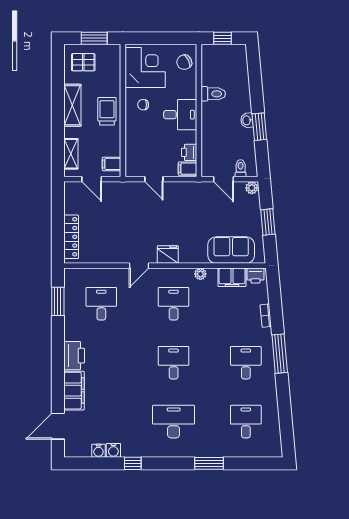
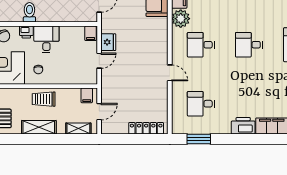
printer: (189, 152) -> (26, 32), moved
fridge: (168, 255) -> (108, 42), moved, turned 180
plant: (200, 274) -> (181, 19), width x1.88, depth x1.88

